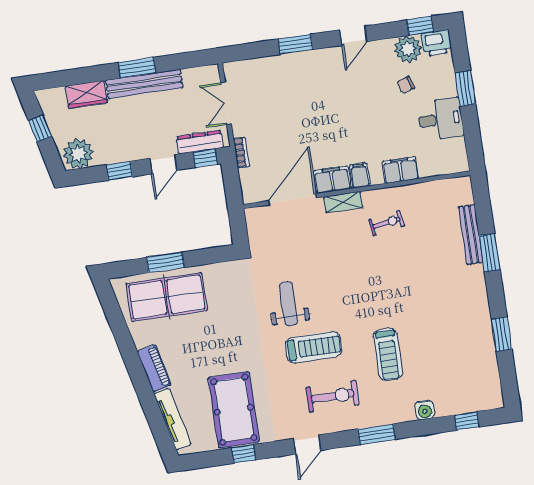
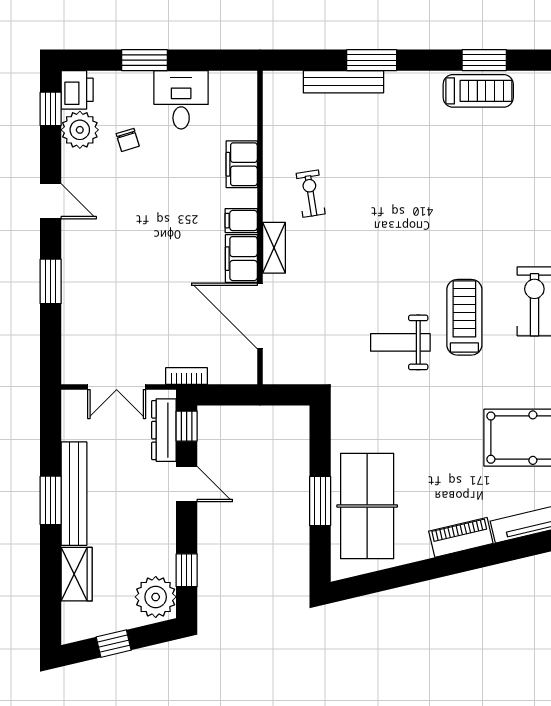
window: (120, 171) -> (187, 570), moved
treadmill: (388, 354) -> (478, 91), moved

